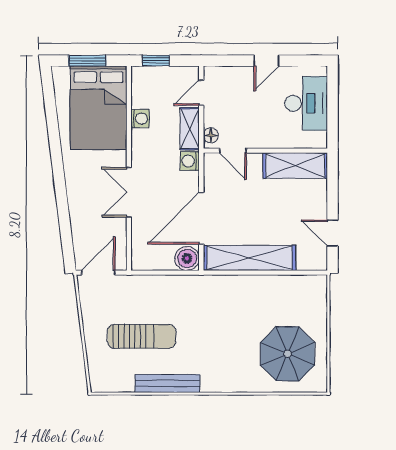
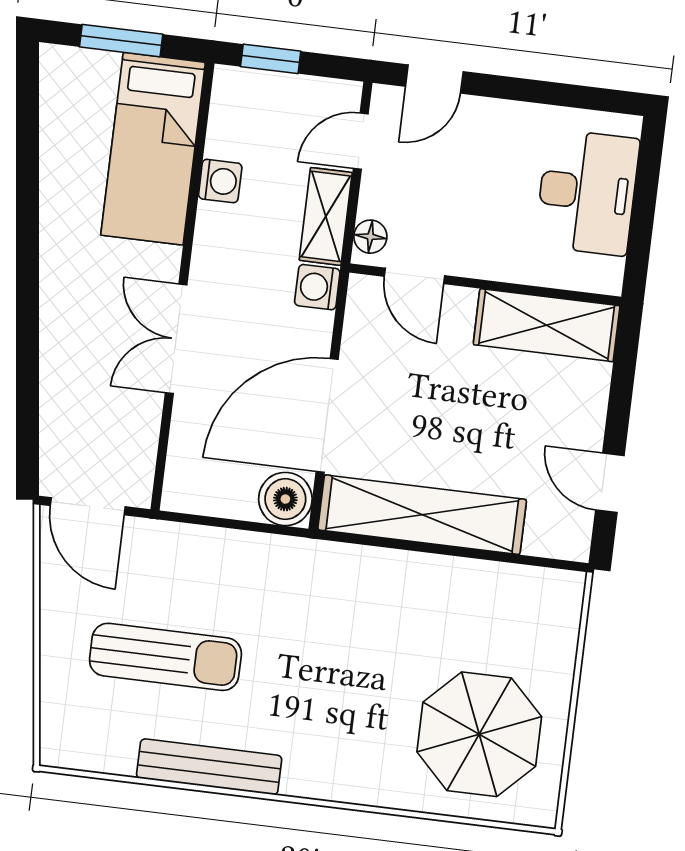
door: (266, 61) -> (434, 79), moved
bed: (99, 108) -> (153, 149), width x0.67
door: (98, 273) -> (88, 506), swing flipped

